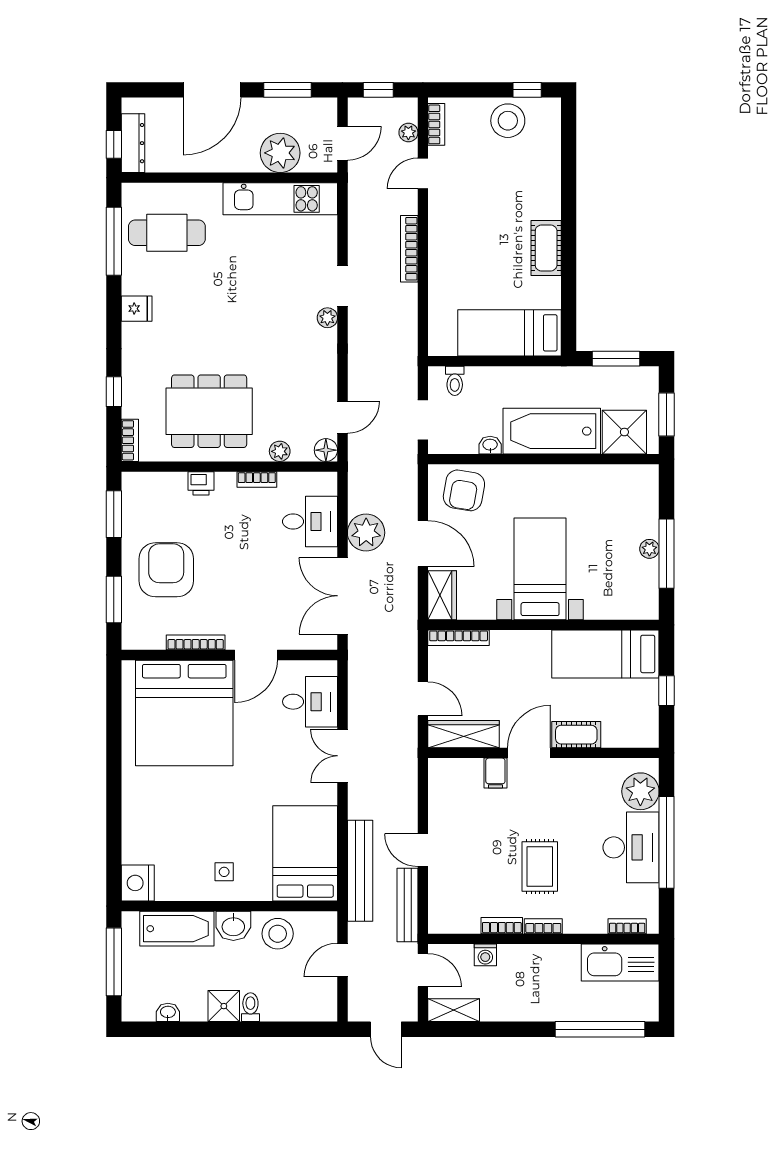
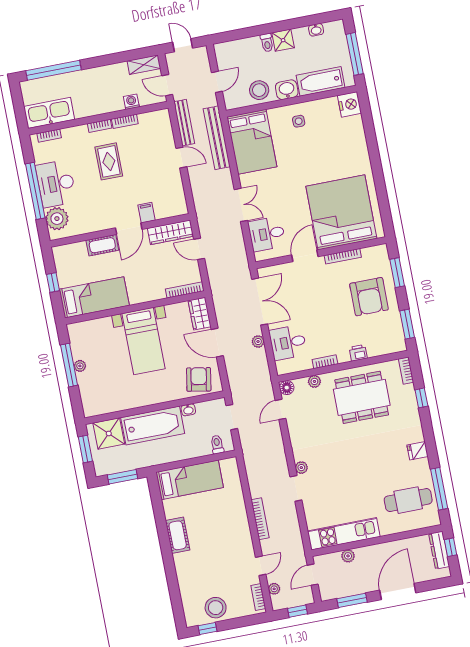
plant: (280, 153) -> (348, 556), width x0.53, depth x0.53
plant: (366, 533) -> (258, 342), width x0.53, depth x0.53

